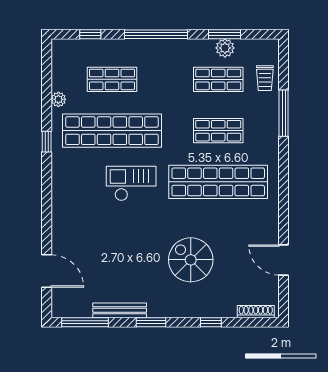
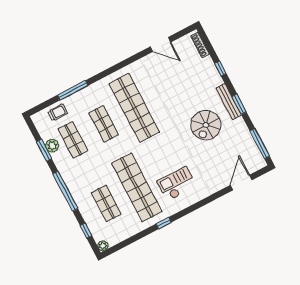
plant: (58, 99) -> (103, 246), moved
checkout: (131, 183) -> (177, 184), moved, turned 90
spiral stairs: (191, 260) -> (206, 125), moved
door: (284, 260) -> (160, 44), hinge flipped
bench: (120, 310) -> (229, 102), moved

